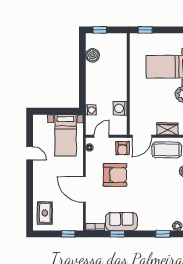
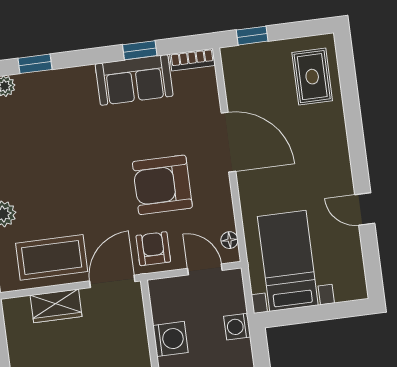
door: (102, 136) -> (205, 269), swing flipped

